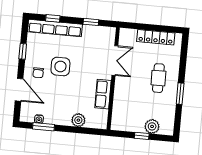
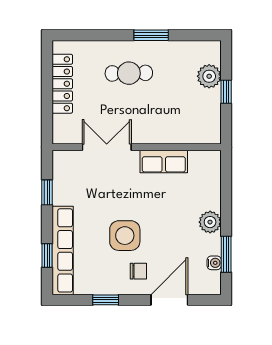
plant: (78, 120) -> (210, 222), moved

